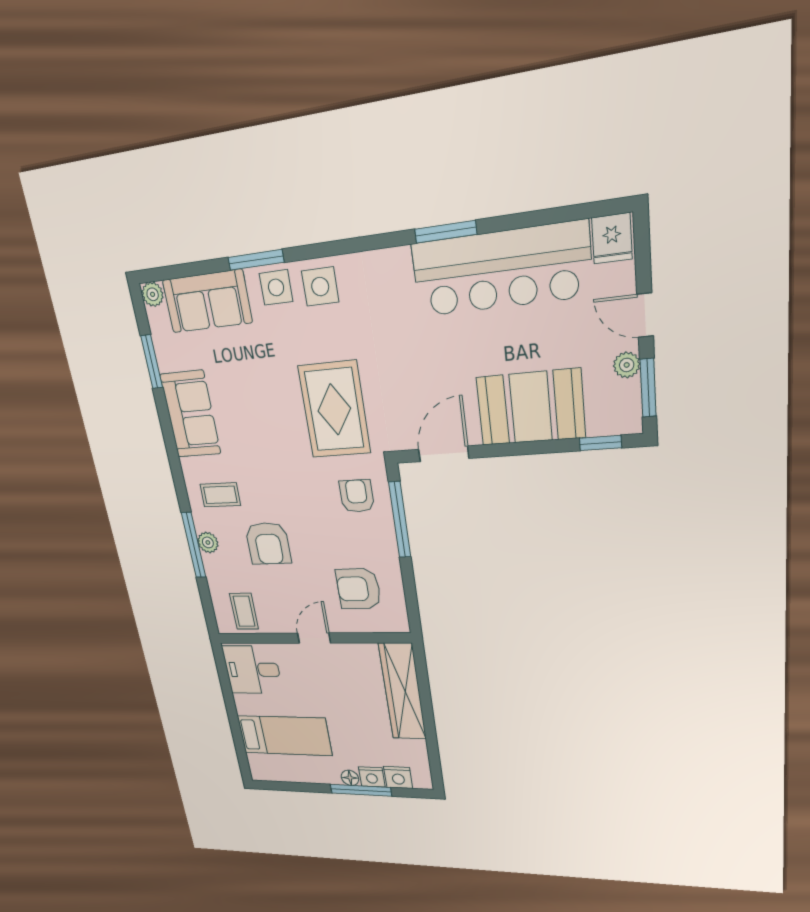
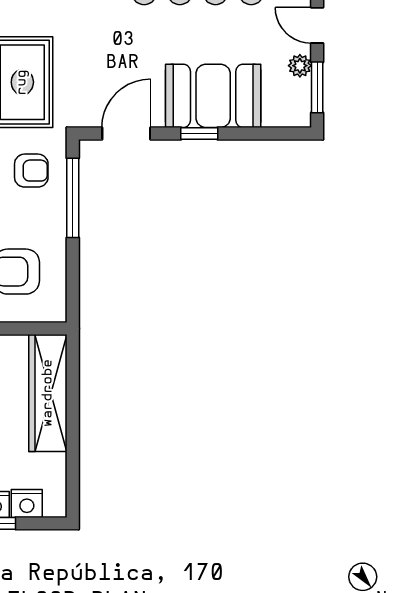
window: (600, 443) -> (199, 134), moved
armchair: (357, 496) -> (31, 171), turned 90

